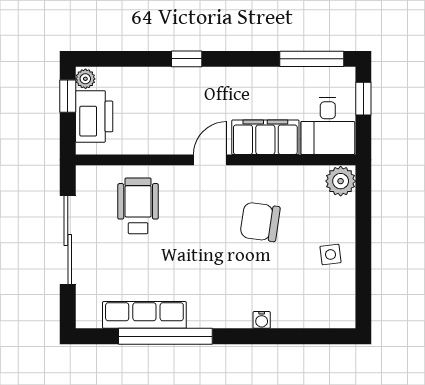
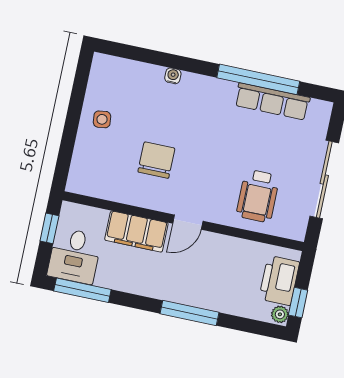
window: (187, 59) -> (190, 313), width x2.17
window: (363, 99) -> (49, 228), moved
desk: (328, 126) -> (75, 256), moved, turned 180
plant: (341, 181) -> (80, 180), removed
chair: (260, 222) -> (156, 160), turned -98

